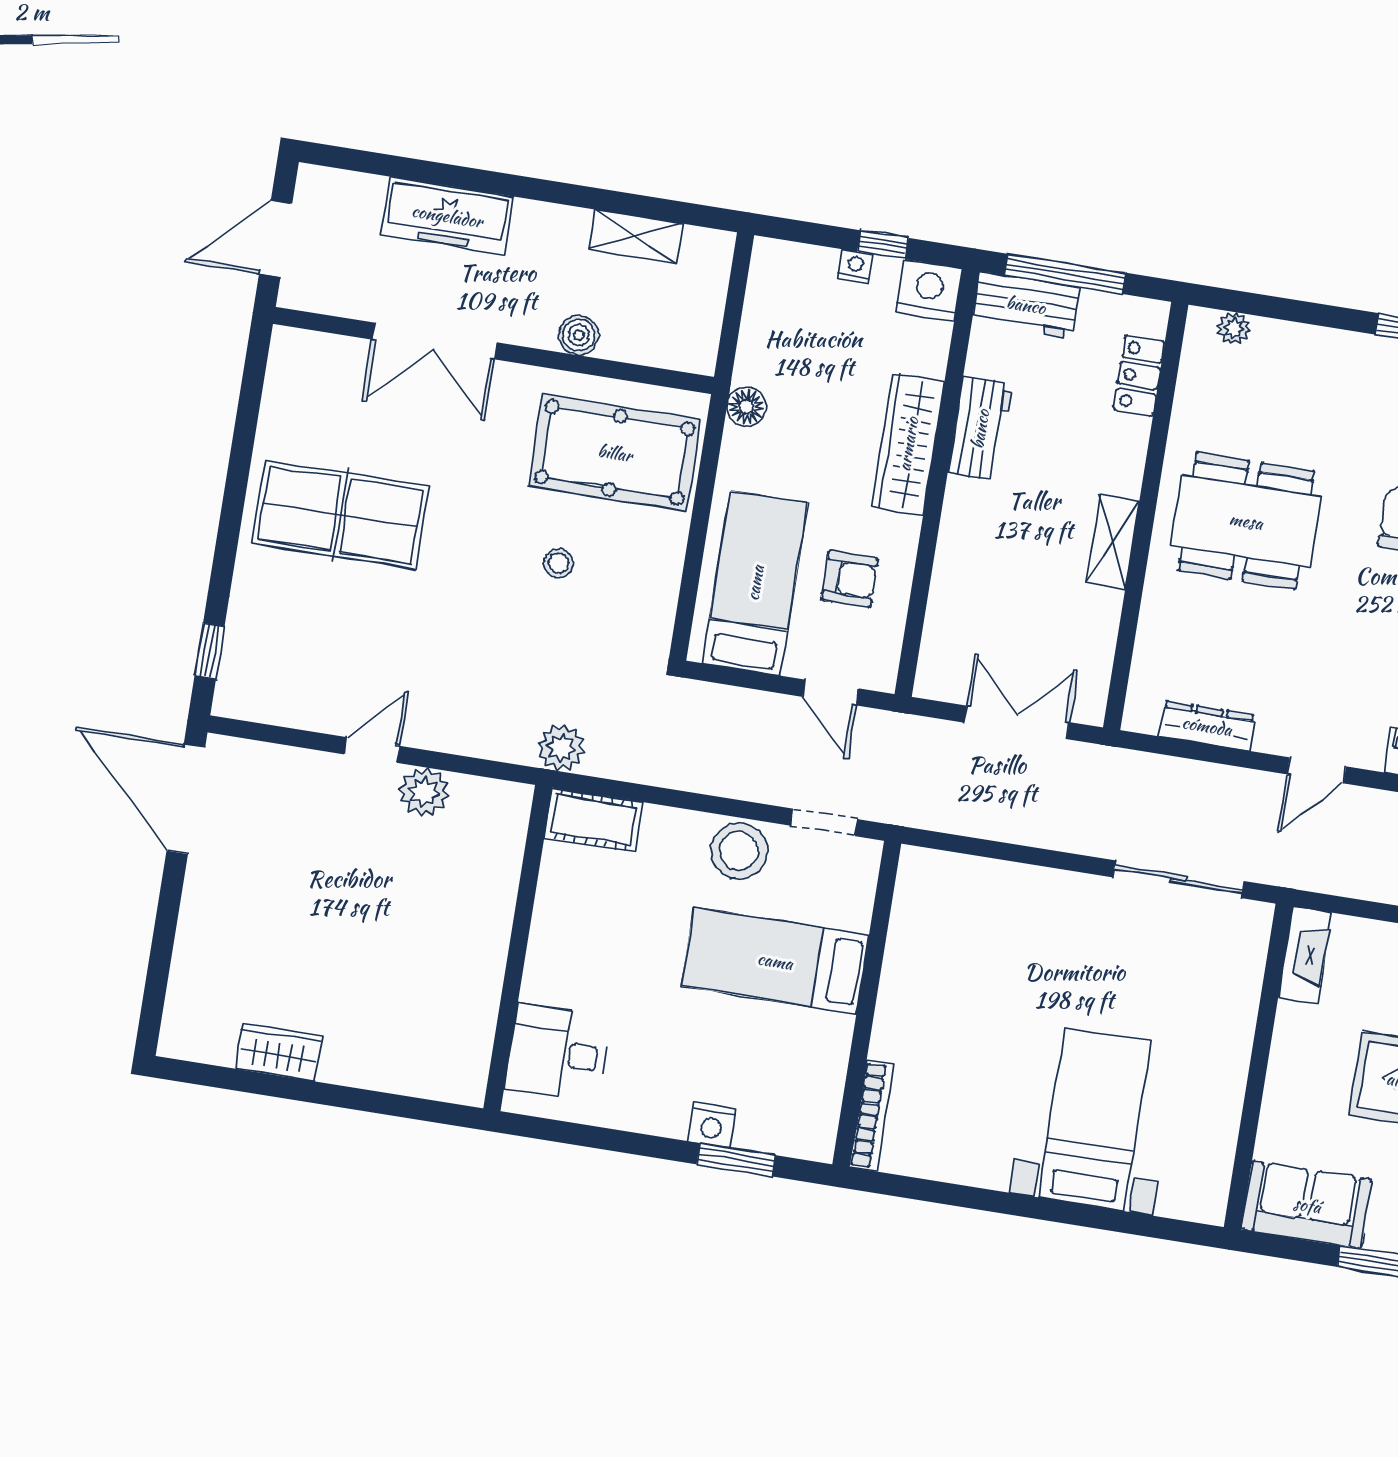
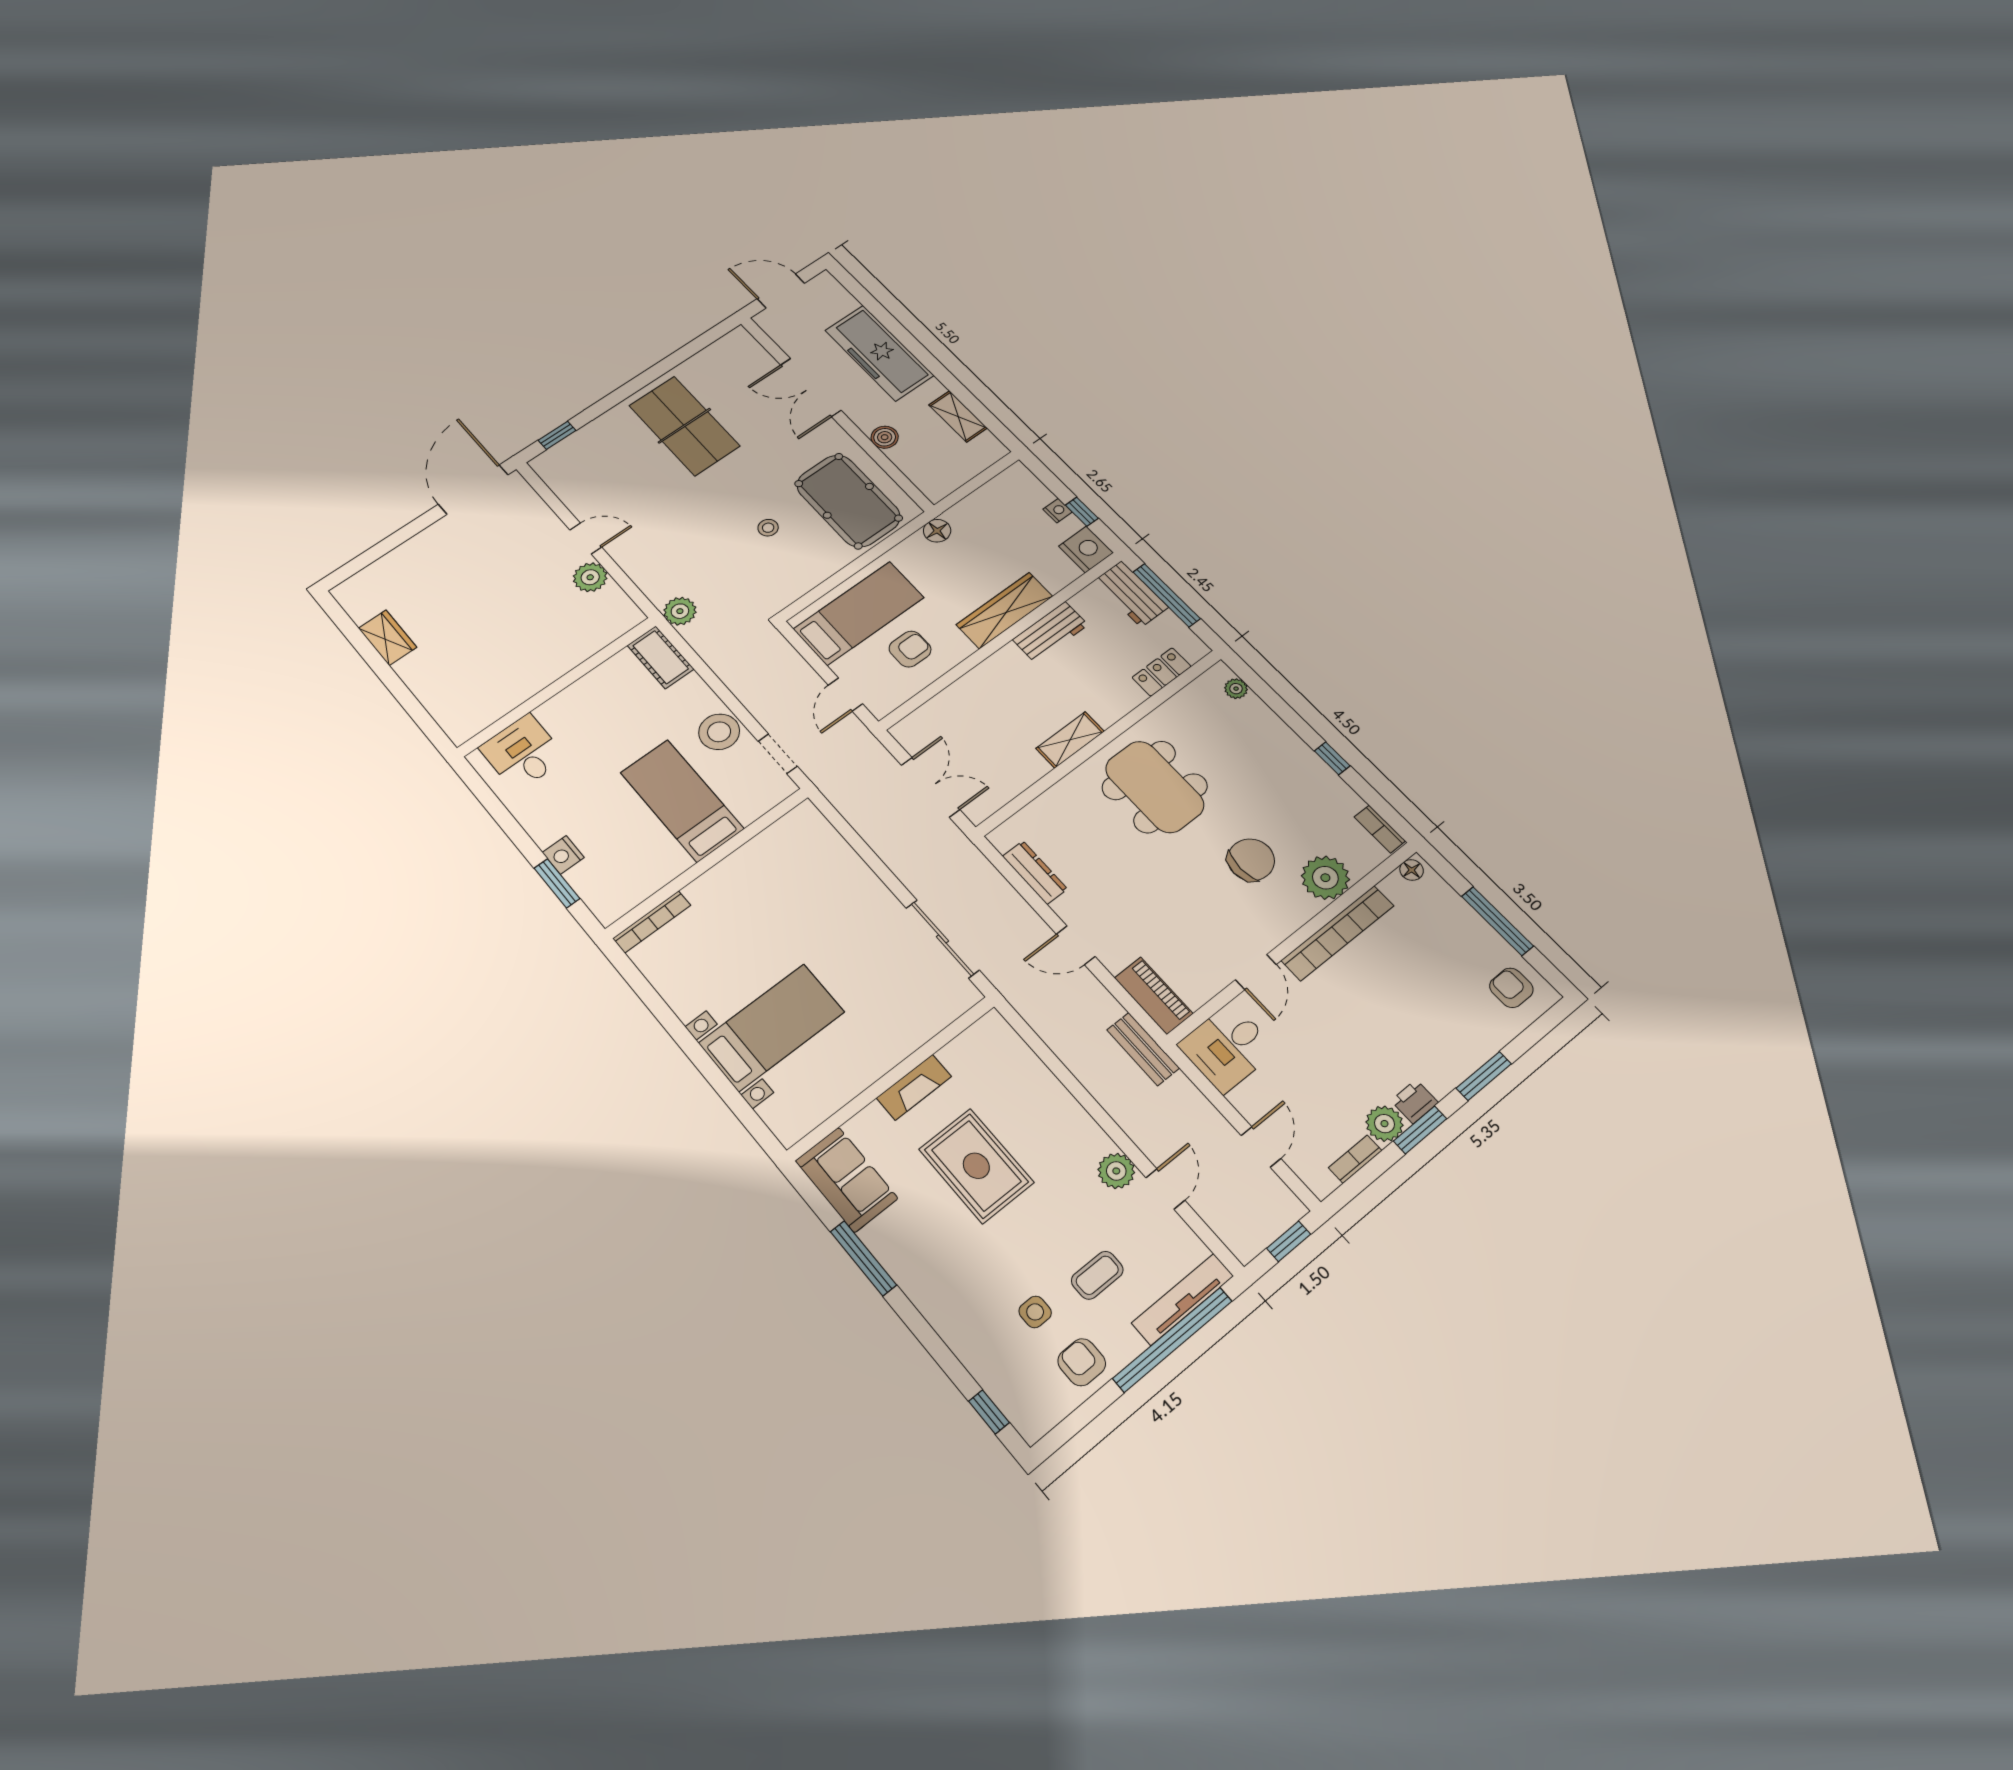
freezer: (447, 216) -> (879, 353), width x1.36, depth x1.26
armchair: (850, 579) -> (910, 649), turned -90
fireplace: (1305, 955) -> (914, 1087), moved

